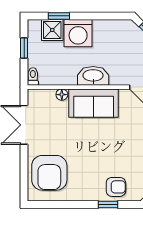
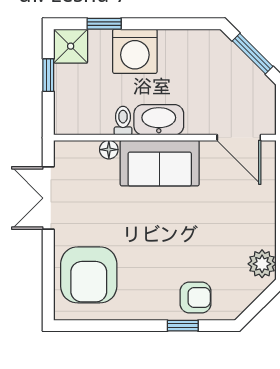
shower: (52, 30) -> (71, 46), moved
toilet: (33, 76) -> (123, 121), moved

